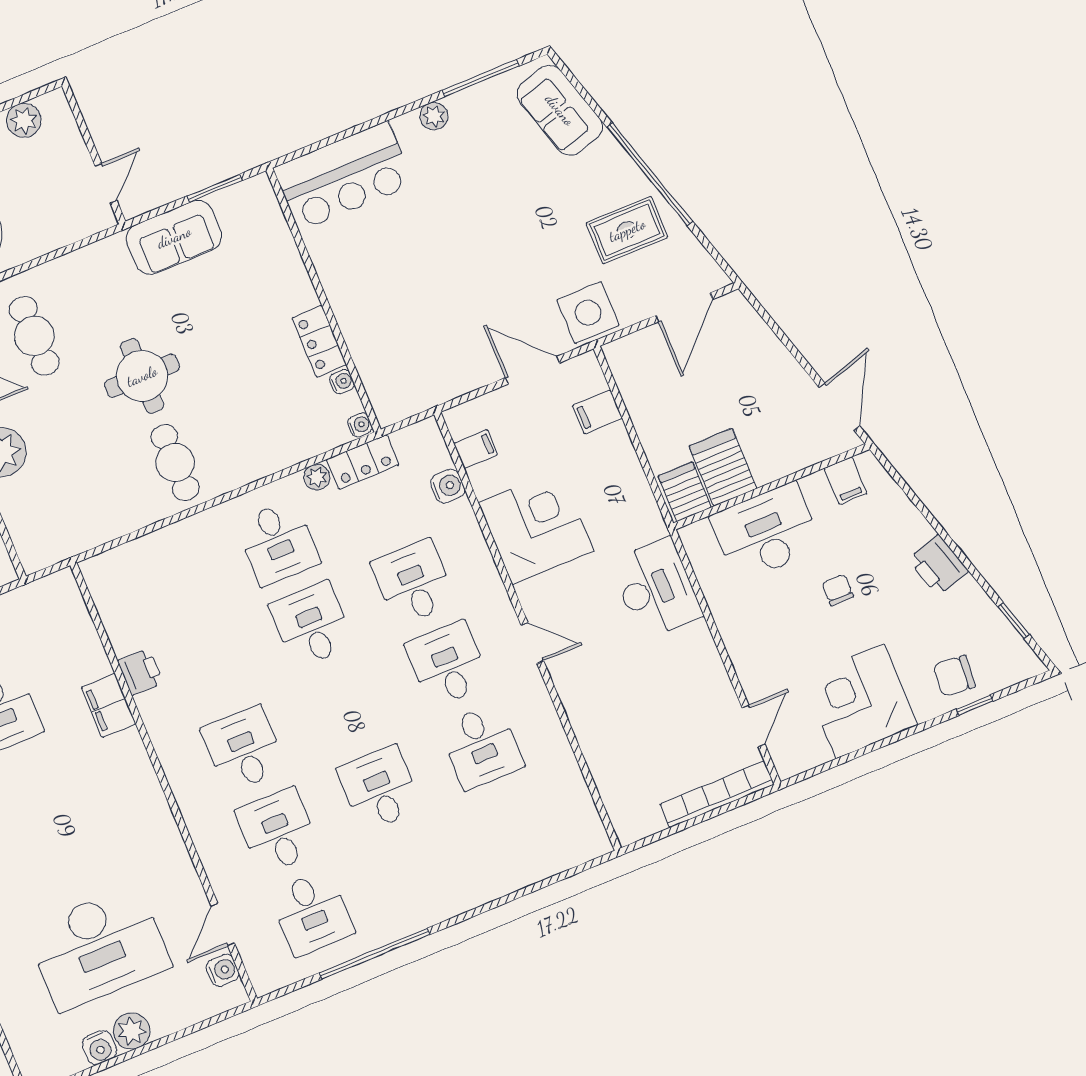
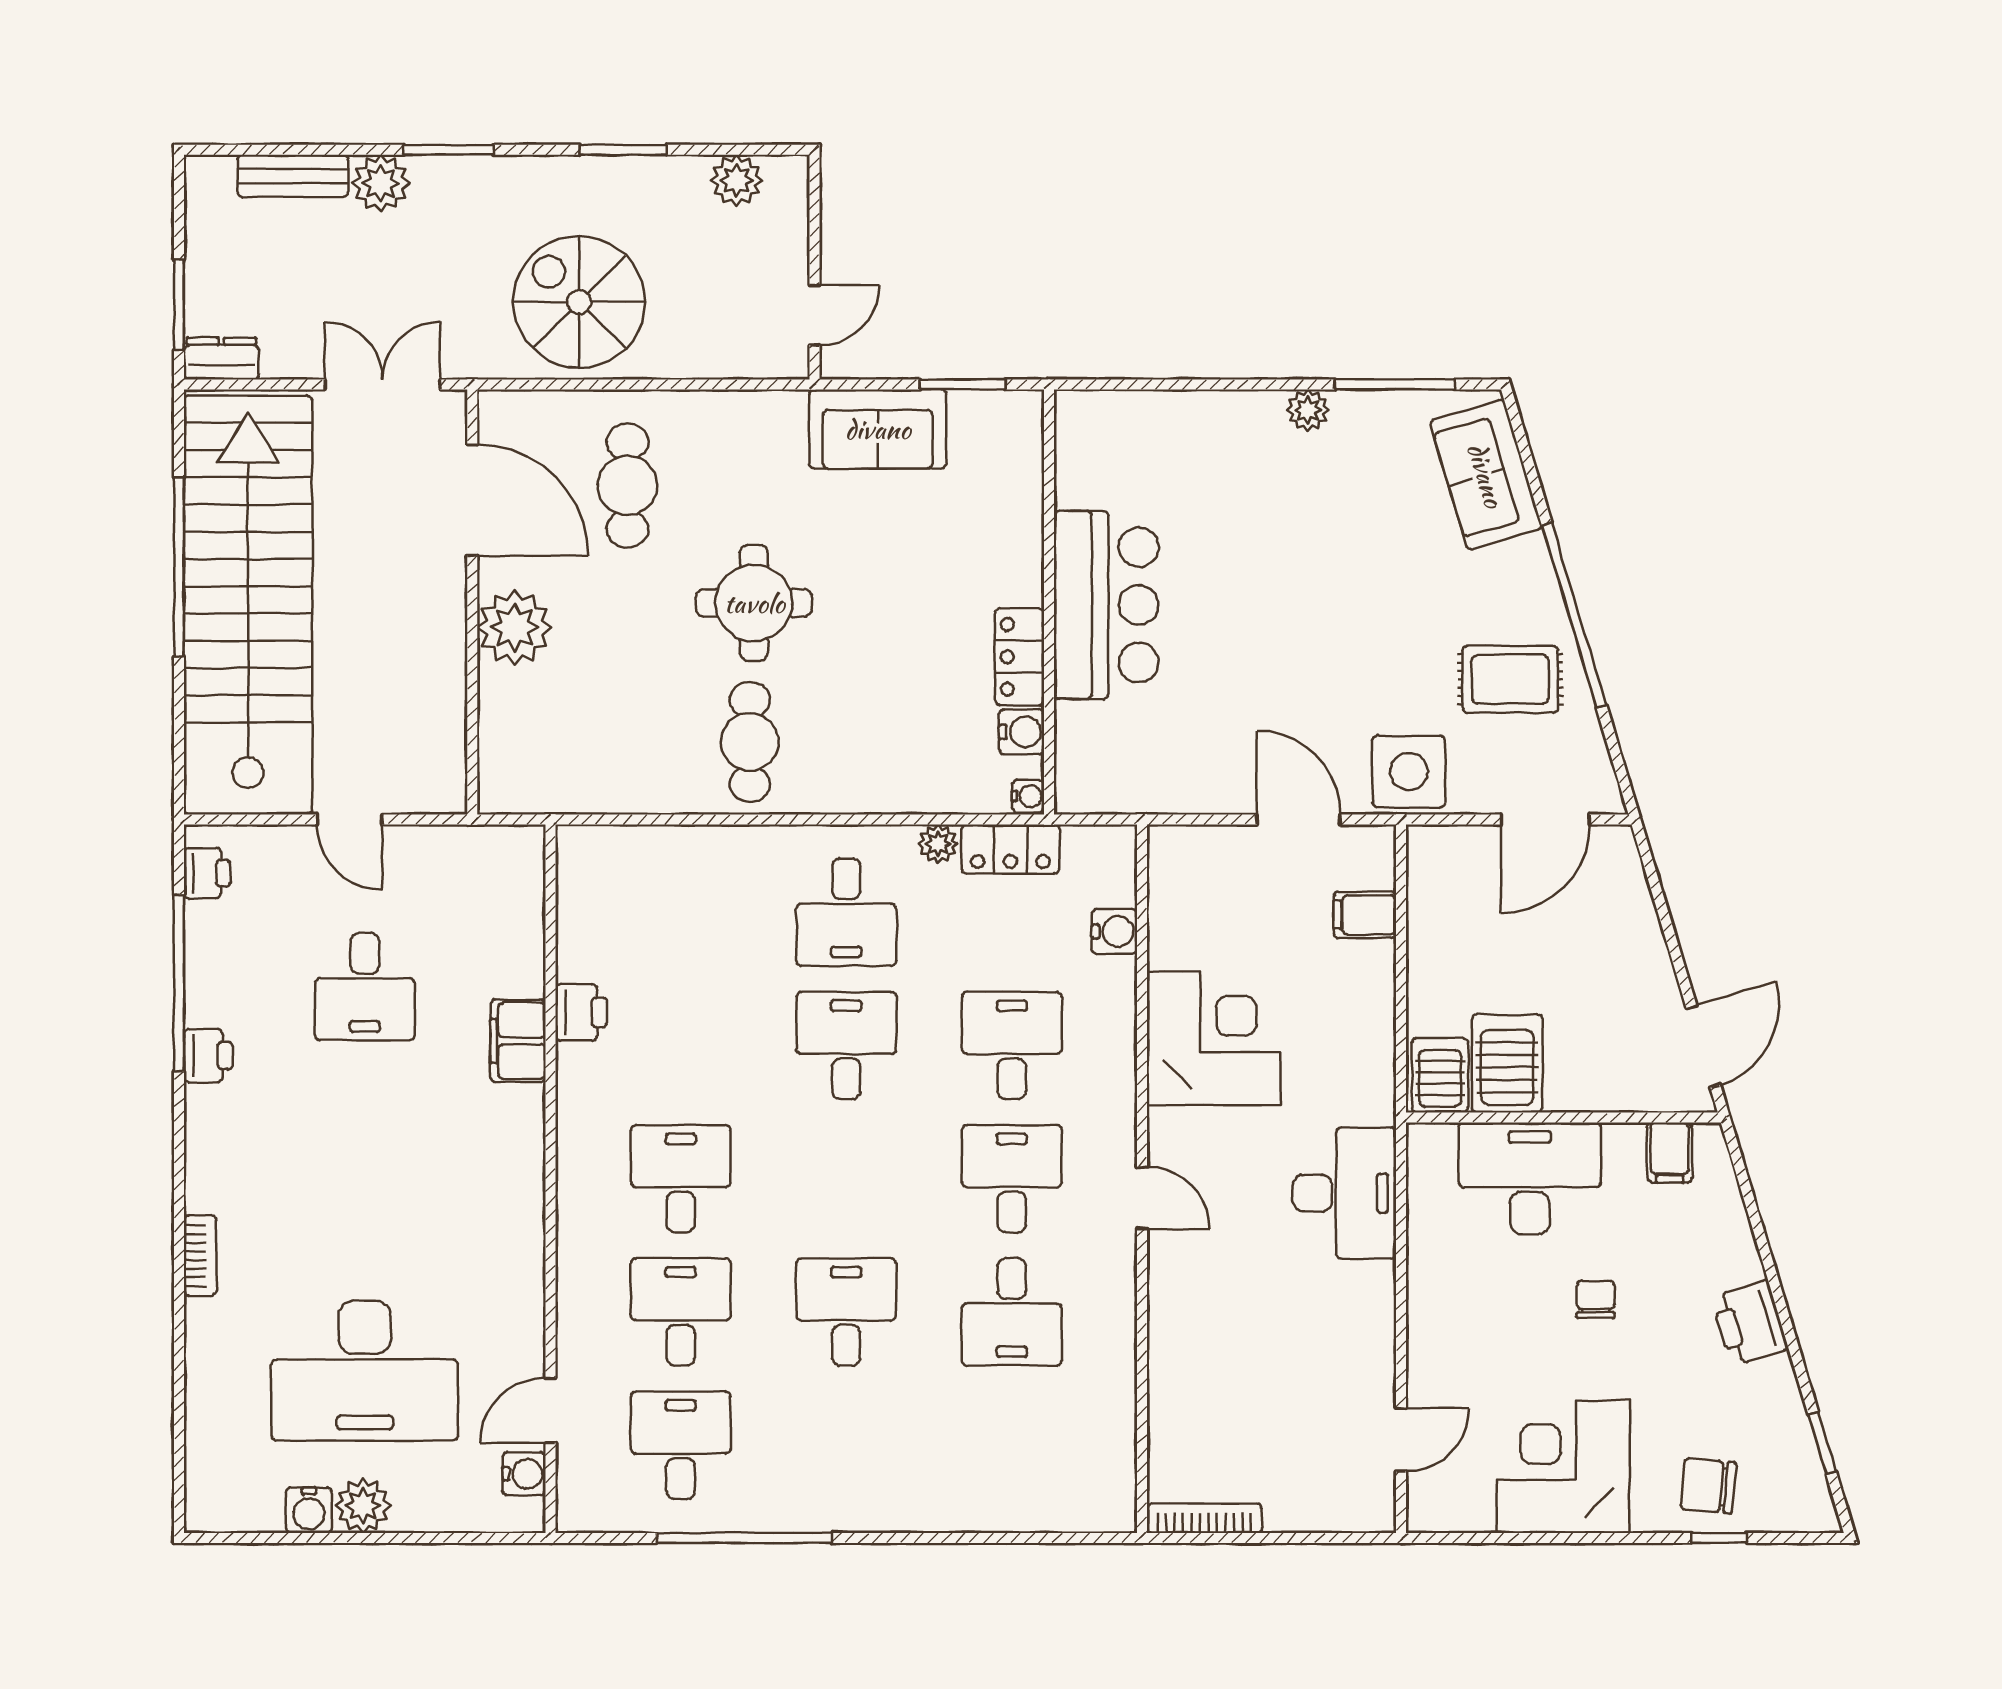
bar counter: (343, 176) -> (1106, 605), moved, turned -90
water cooler: (342, 382) -> (1022, 732), width x1.38, depth x1.38
filing cabinet: (476, 449) -> (1174, 896), removed
bookcase: (717, 794) -> (1204, 1518), moved, width x0.68, depth x0.76
desk: (312, 913) -> (681, 1445), turned 180

